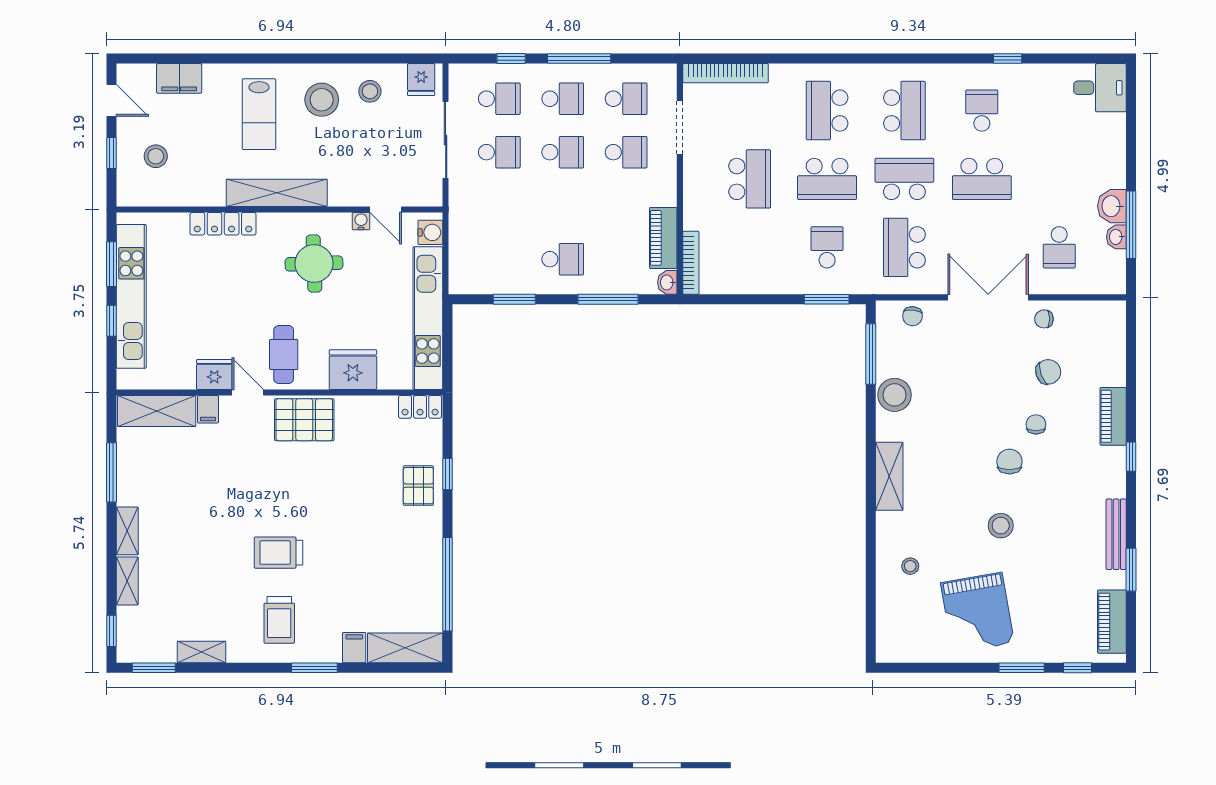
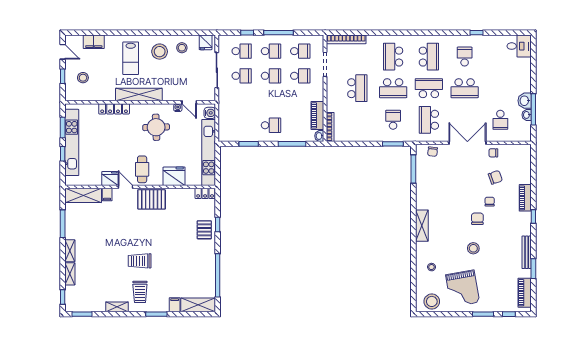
stool: (895, 395) -> (432, 301), moved
shelving: (202, 652) -> (117, 307), moved

